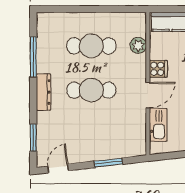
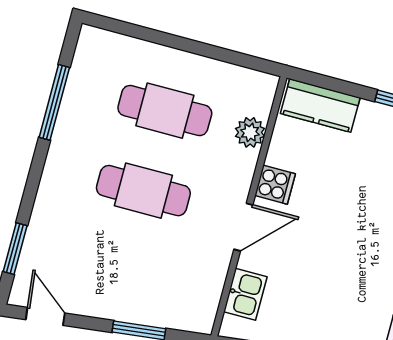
dresser: (44, 92) -> (56, 171), removed
kitchen sink: (158, 125) -> (245, 294), width x0.73
door: (58, 168) -> (45, 316), hinge flipped

